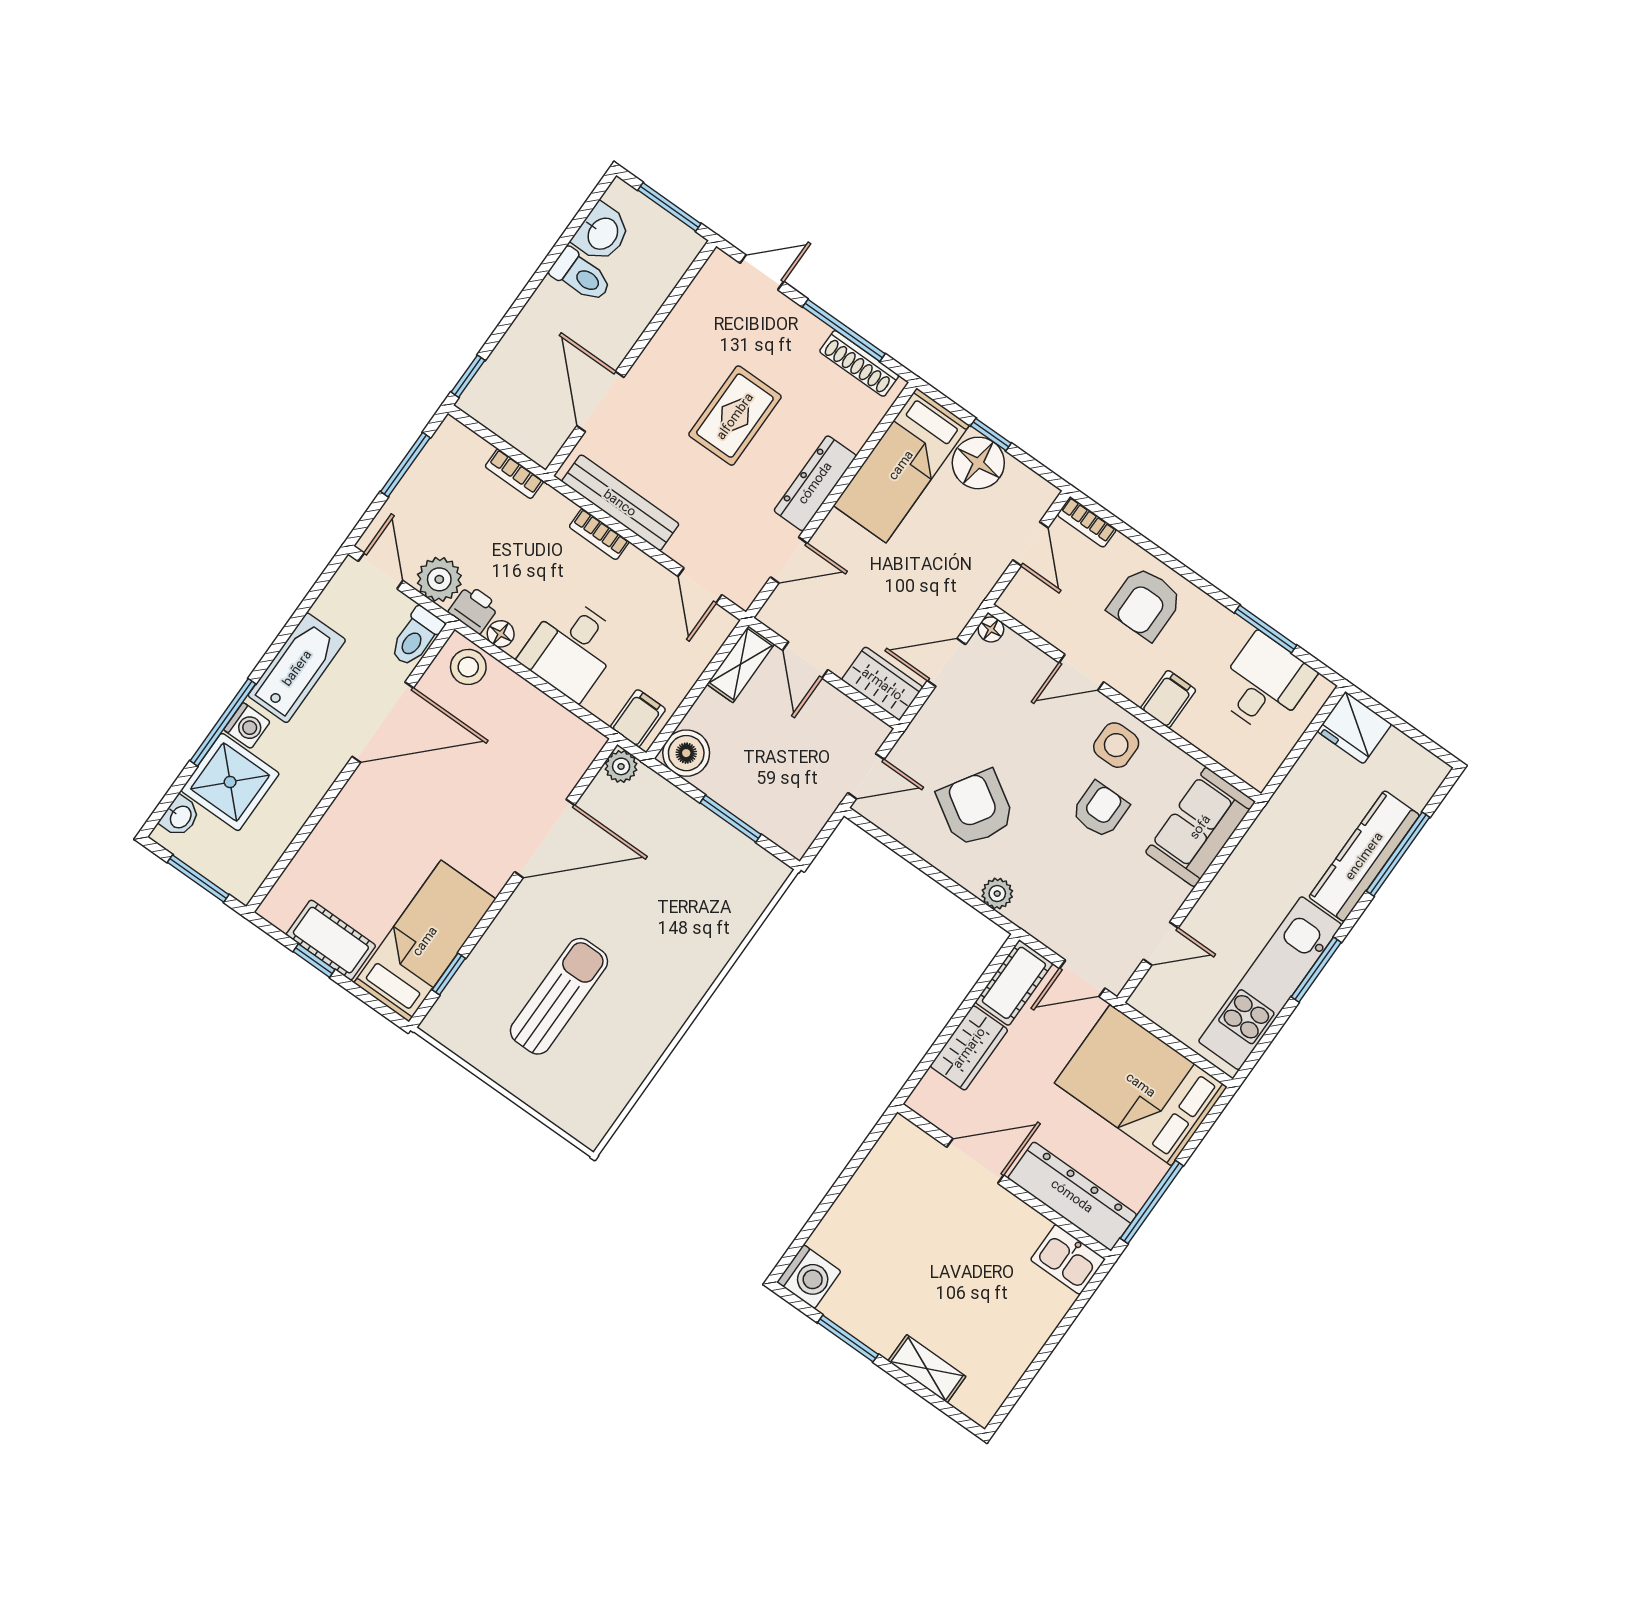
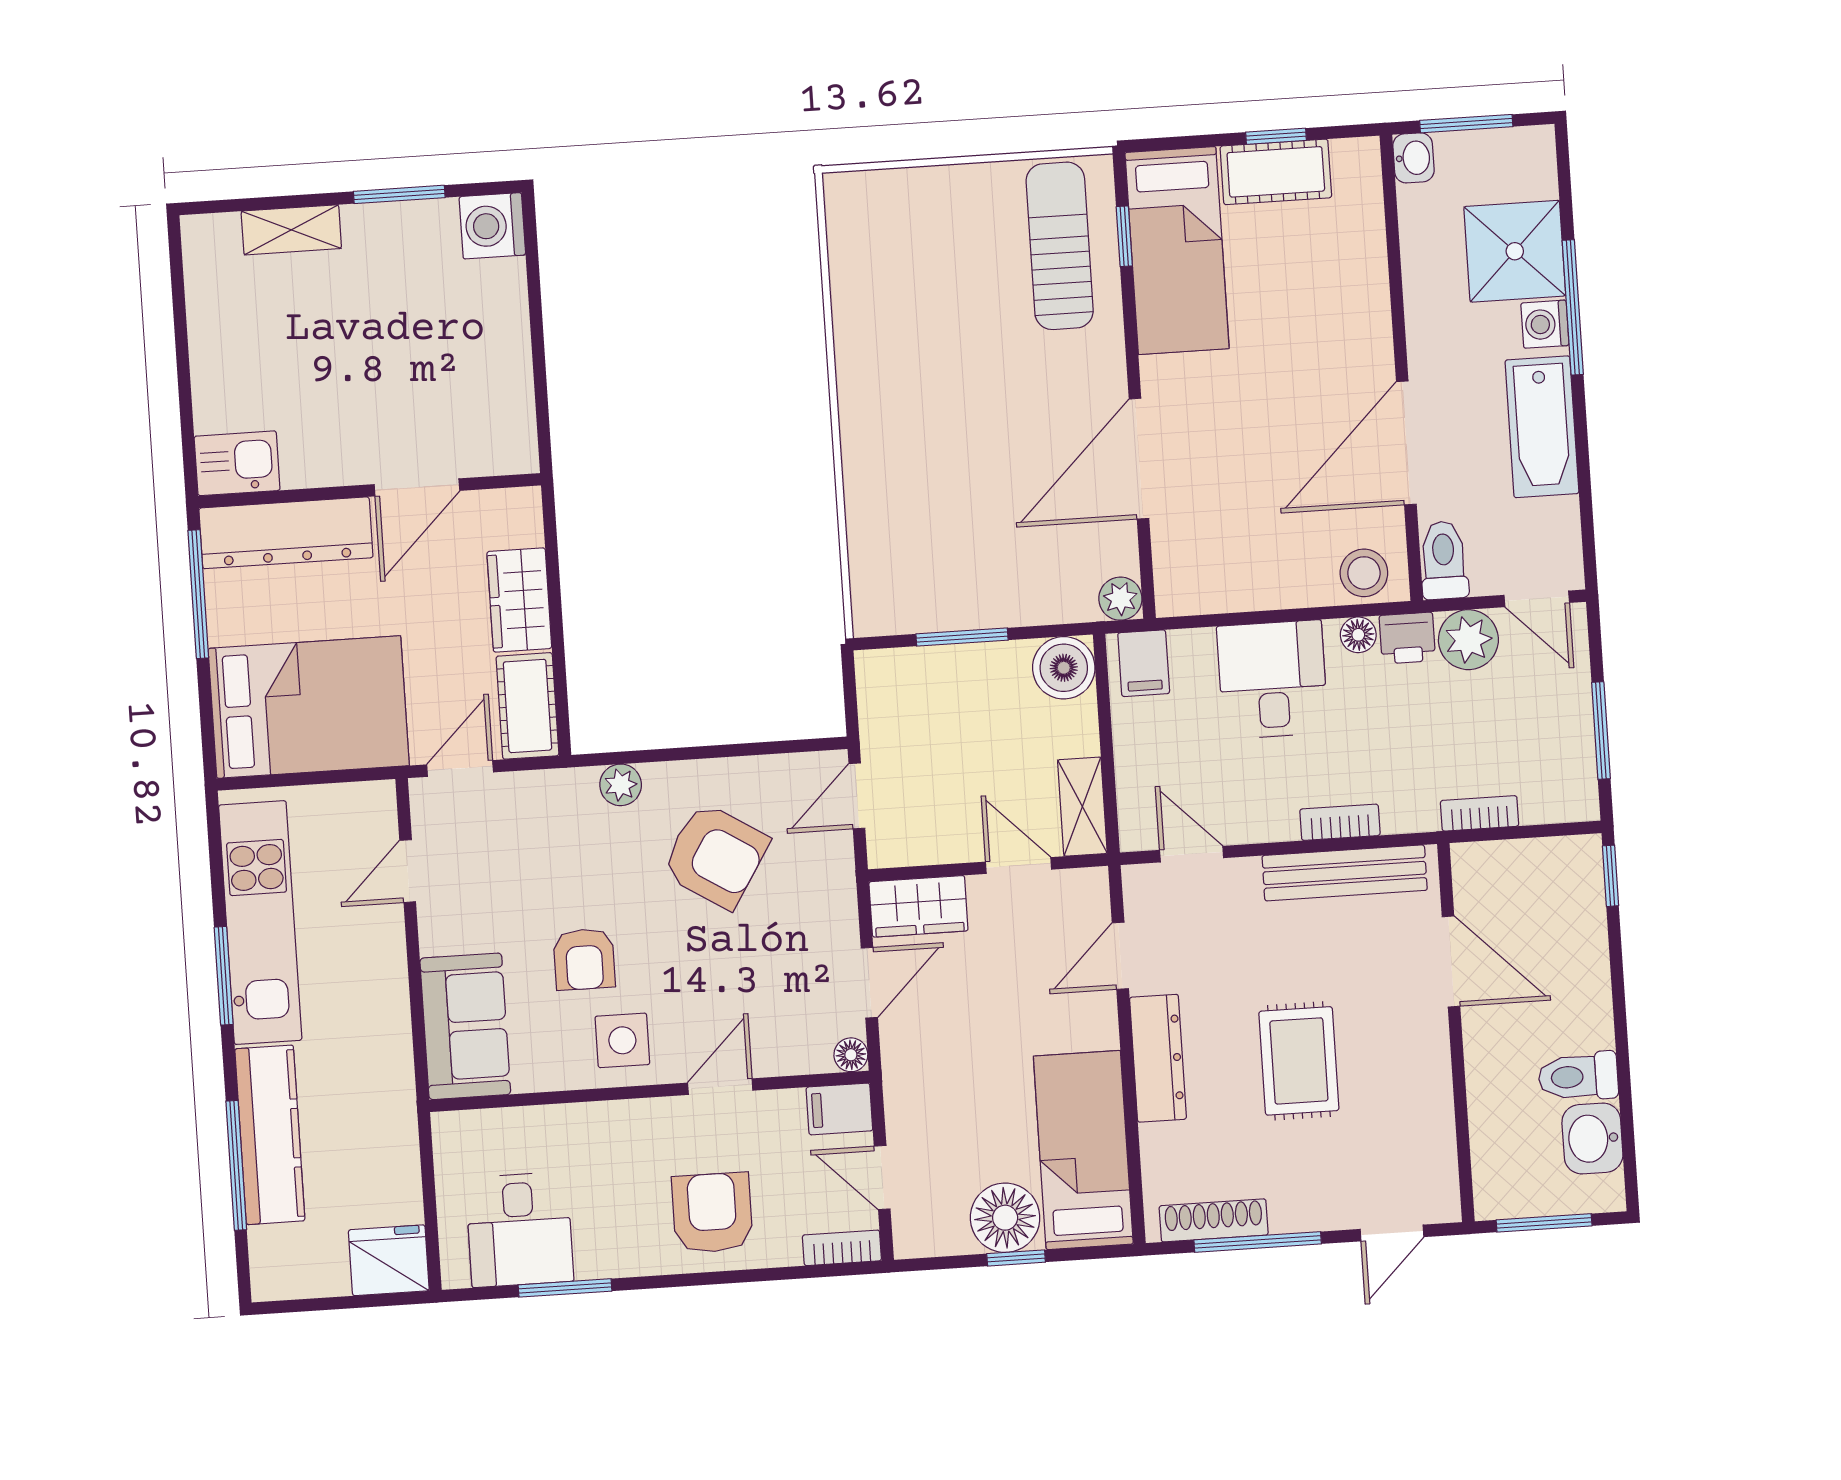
filing cabinet: (1168, 699) -> (839, 1109), moved, turned 90
washbasin: (180, 817) -> (1413, 158), moved, turned 180
sun lounger: (559, 996) -> (1060, 246), moved, turned 180

